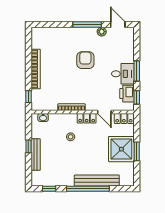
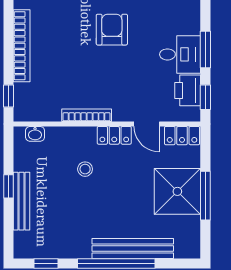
window: (137, 151) -> (205, 196), width x1.44

